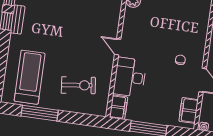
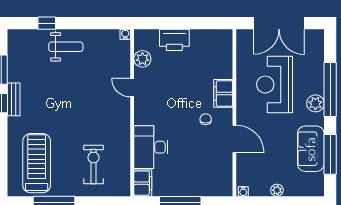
door: (118, 47) -> (132, 88), moved
exercise bike: (78, 85) -> (94, 165), turned -83
filing cabinet: (189, 110) -> (223, 93), moved

